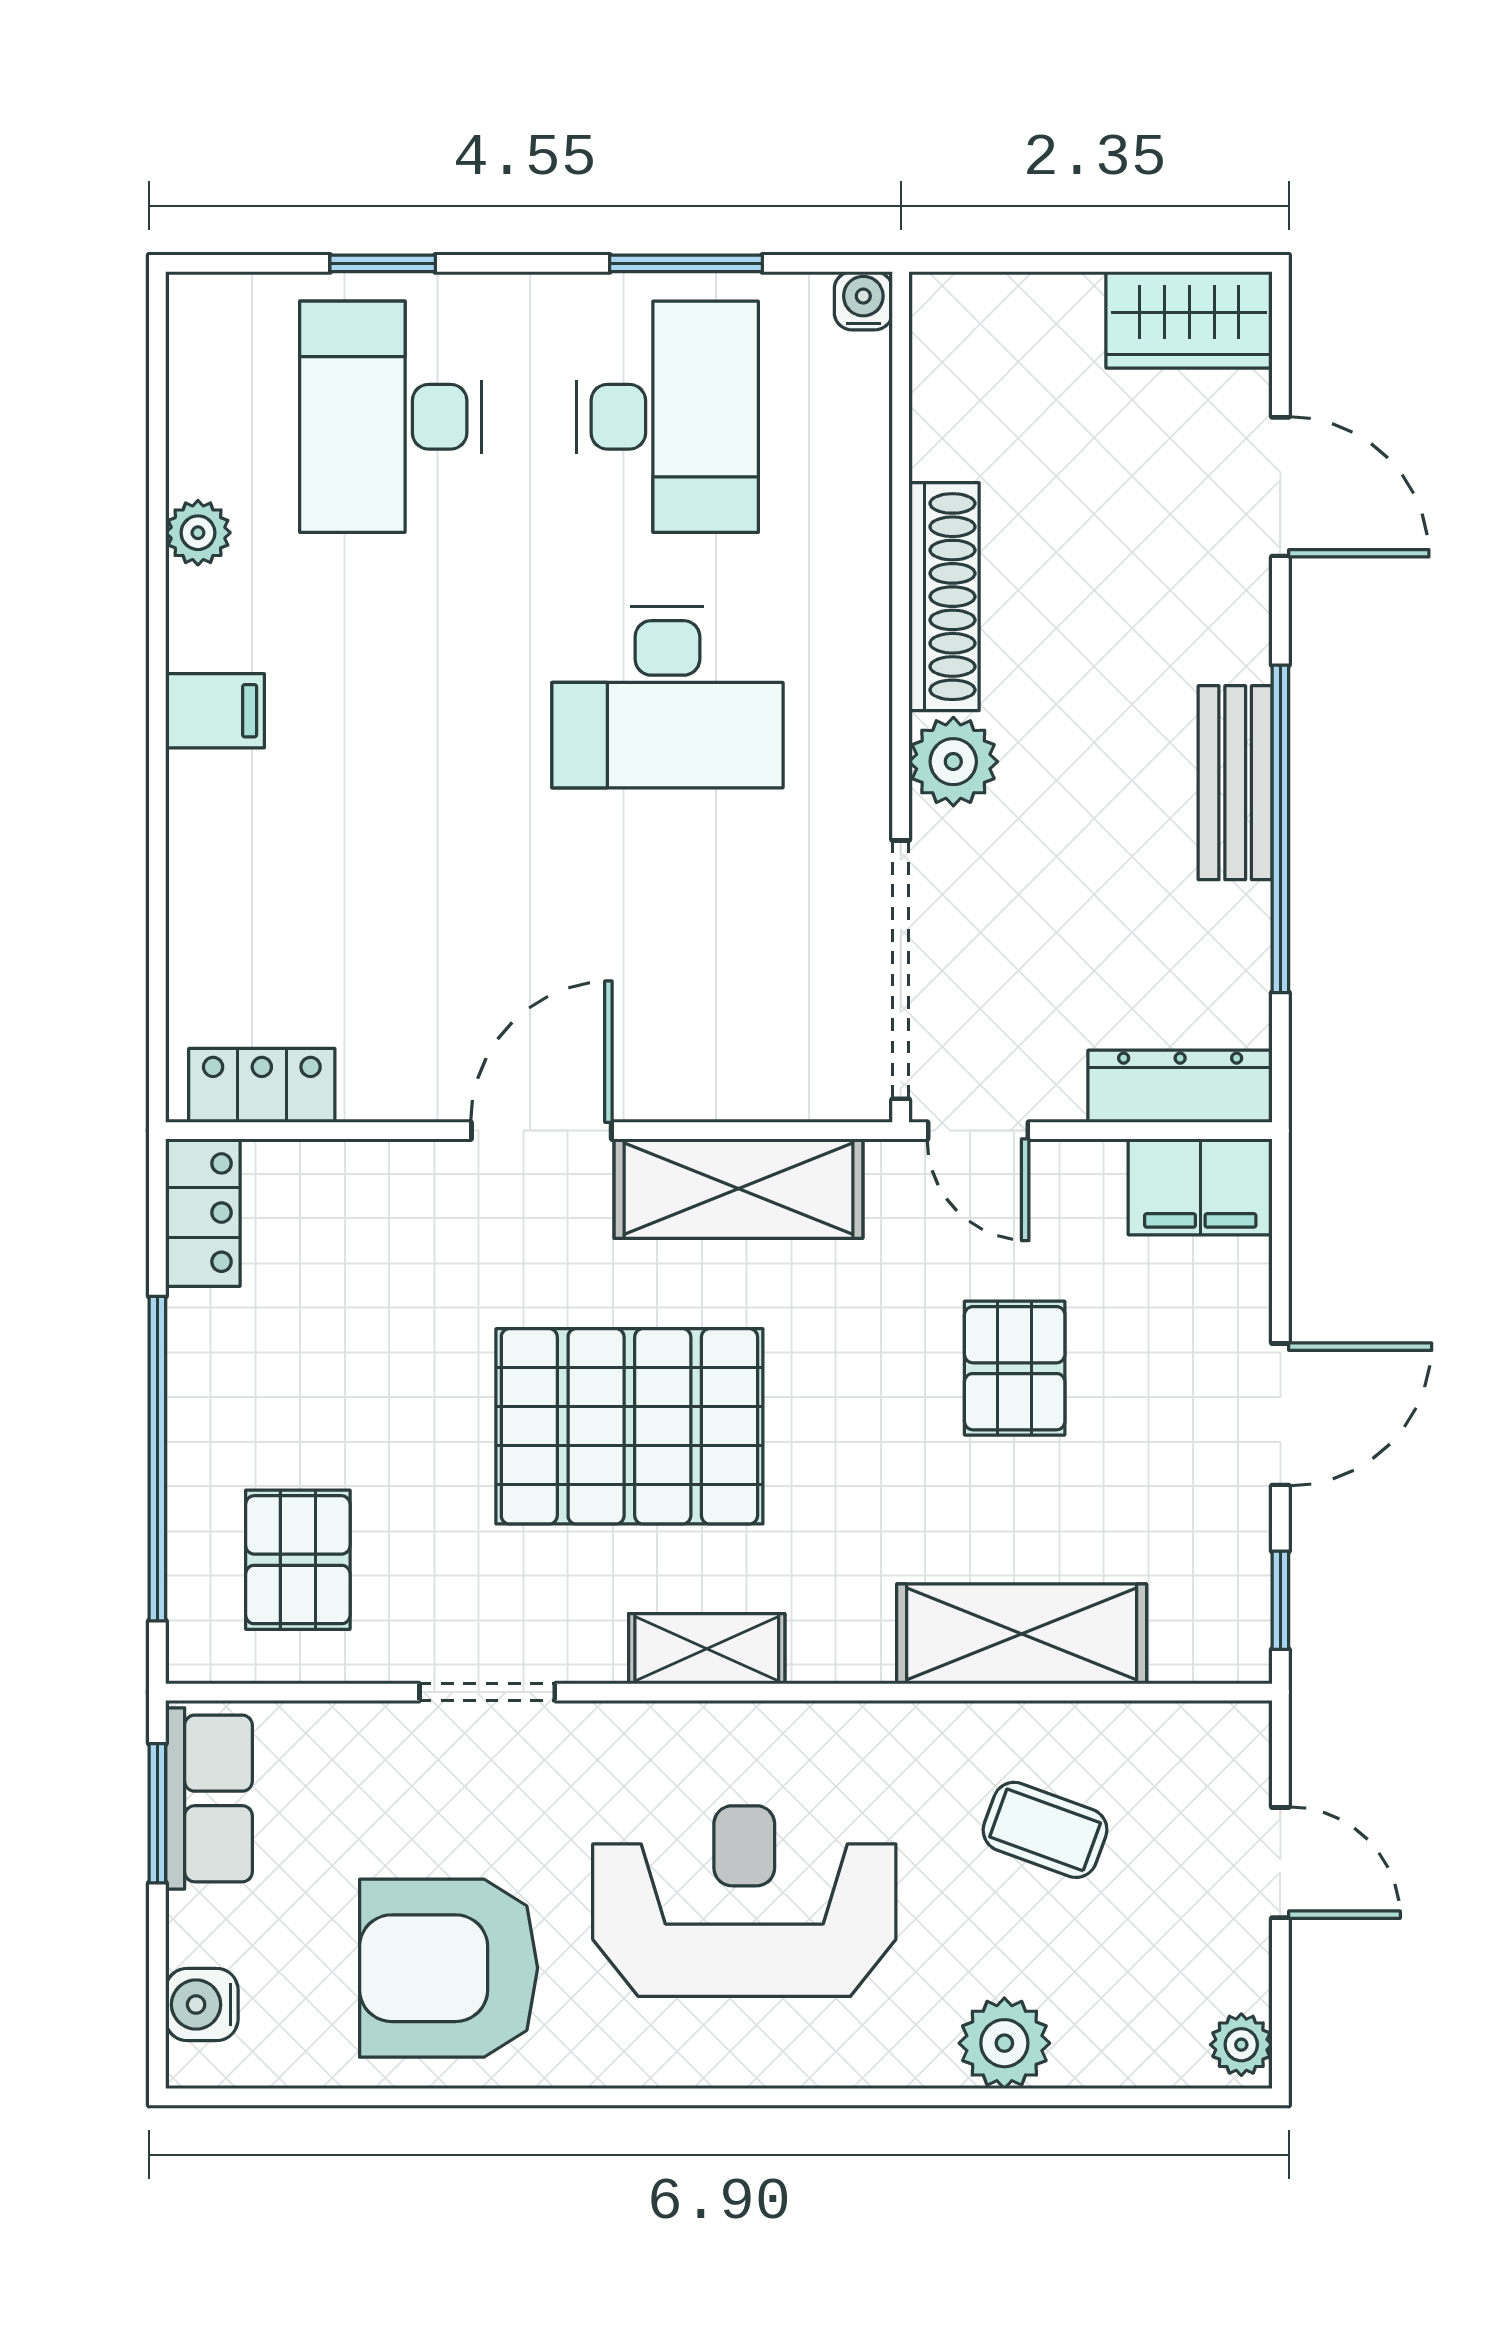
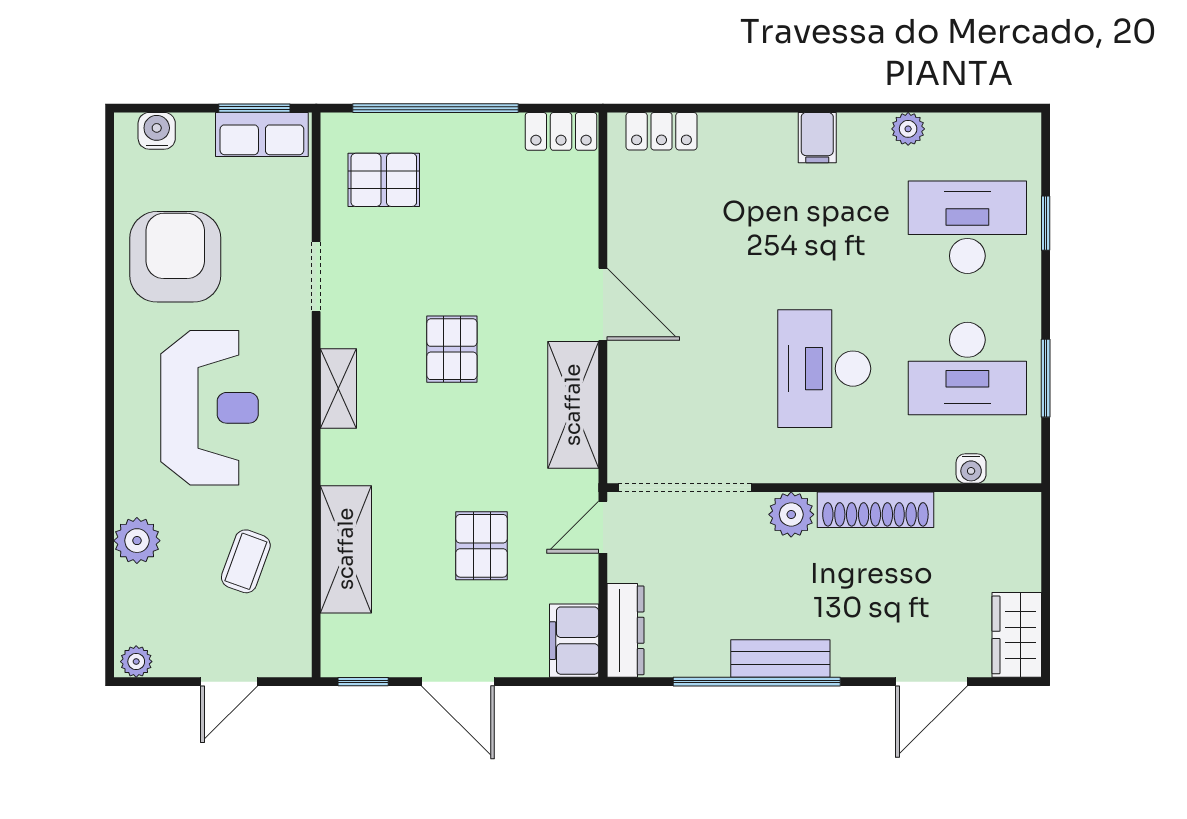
water cooler: (863, 301) -> (971, 469), moved, turned 90
locker: (262, 1085) -> (661, 131), moved, turned 90
pallet: (1015, 1368) -> (482, 546), turned 90
pallet: (629, 1426) -> (452, 349), width x0.49, depth x0.50

